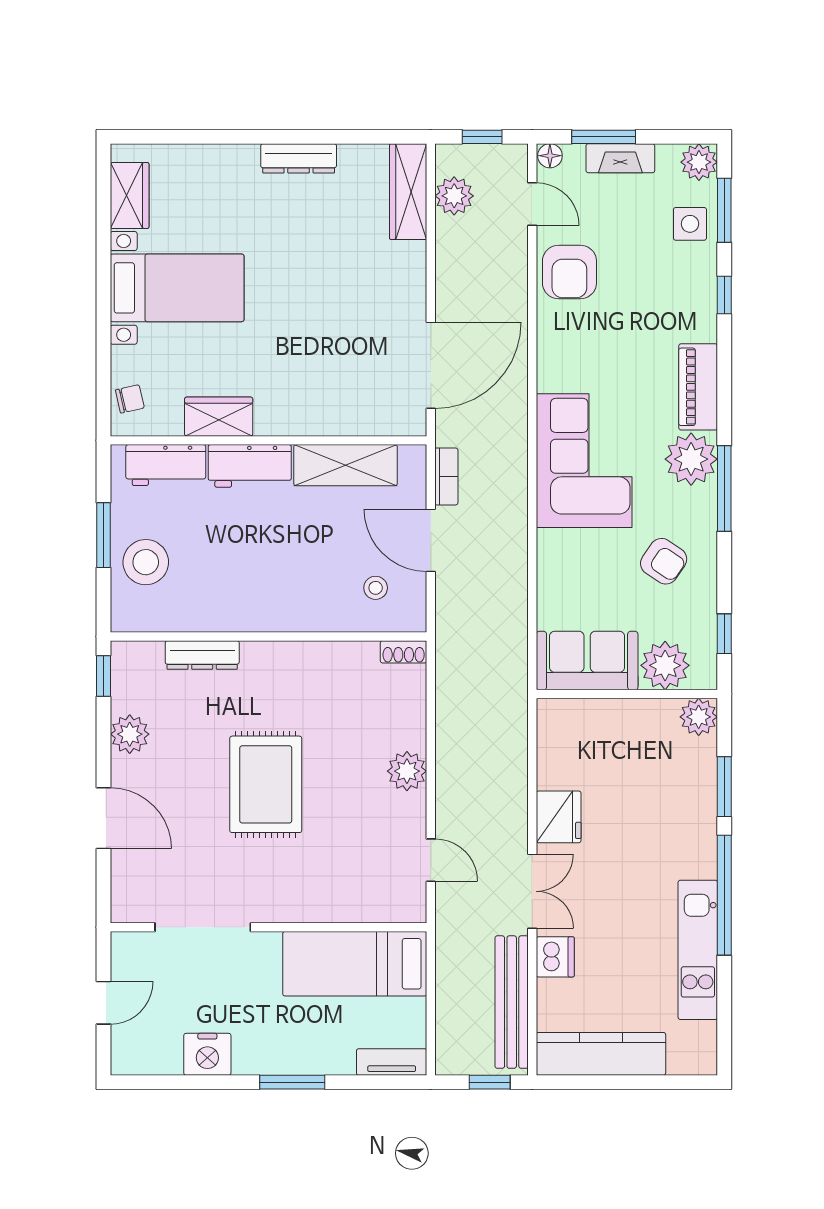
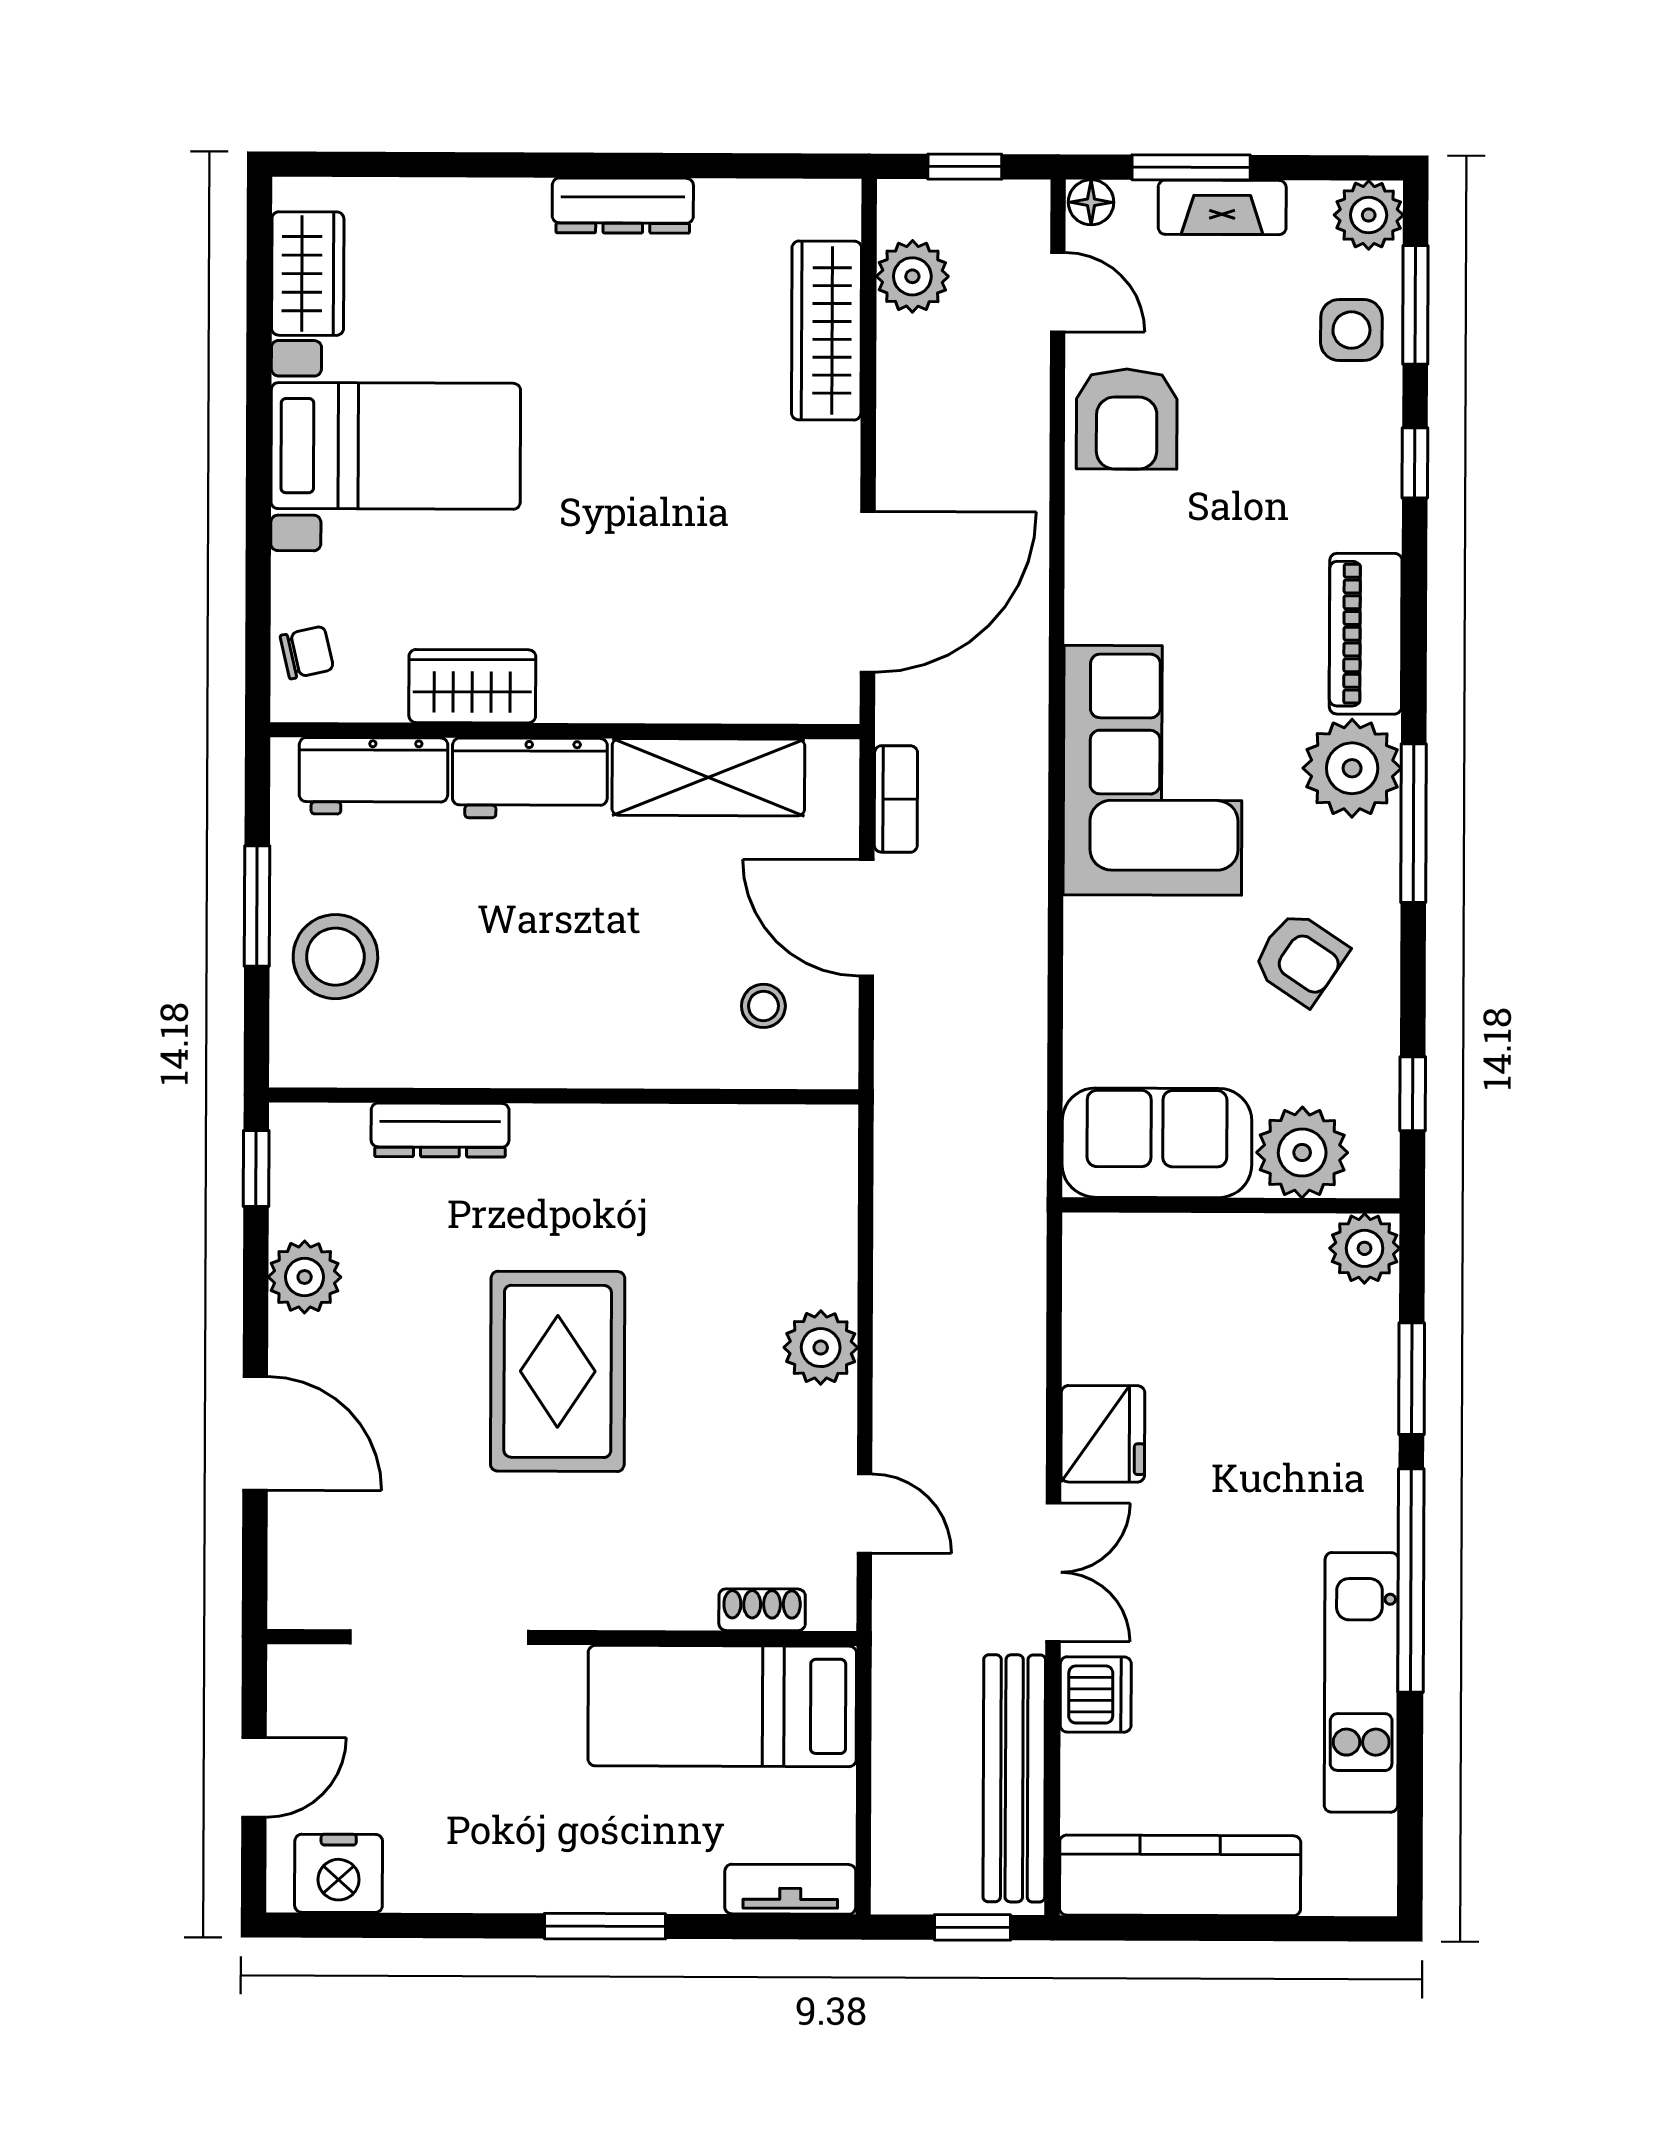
wardrobe: (408, 192) -> (826, 331), moved
shoe rack: (404, 652) -> (762, 1610), moved, turned 180
nightstand: (207, 1054) -> (339, 1873), moved

